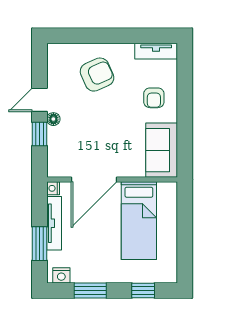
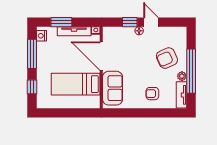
window: (118, 36) -> (191, 71), added
plant: (126, 51) -> (182, 76), added
armchair: (97, 75) -> (167, 58), turned 90
sofa: (162, 150) -> (113, 88), moved, turned 90
window: (90, 291) -> (32, 54), width x1.44

